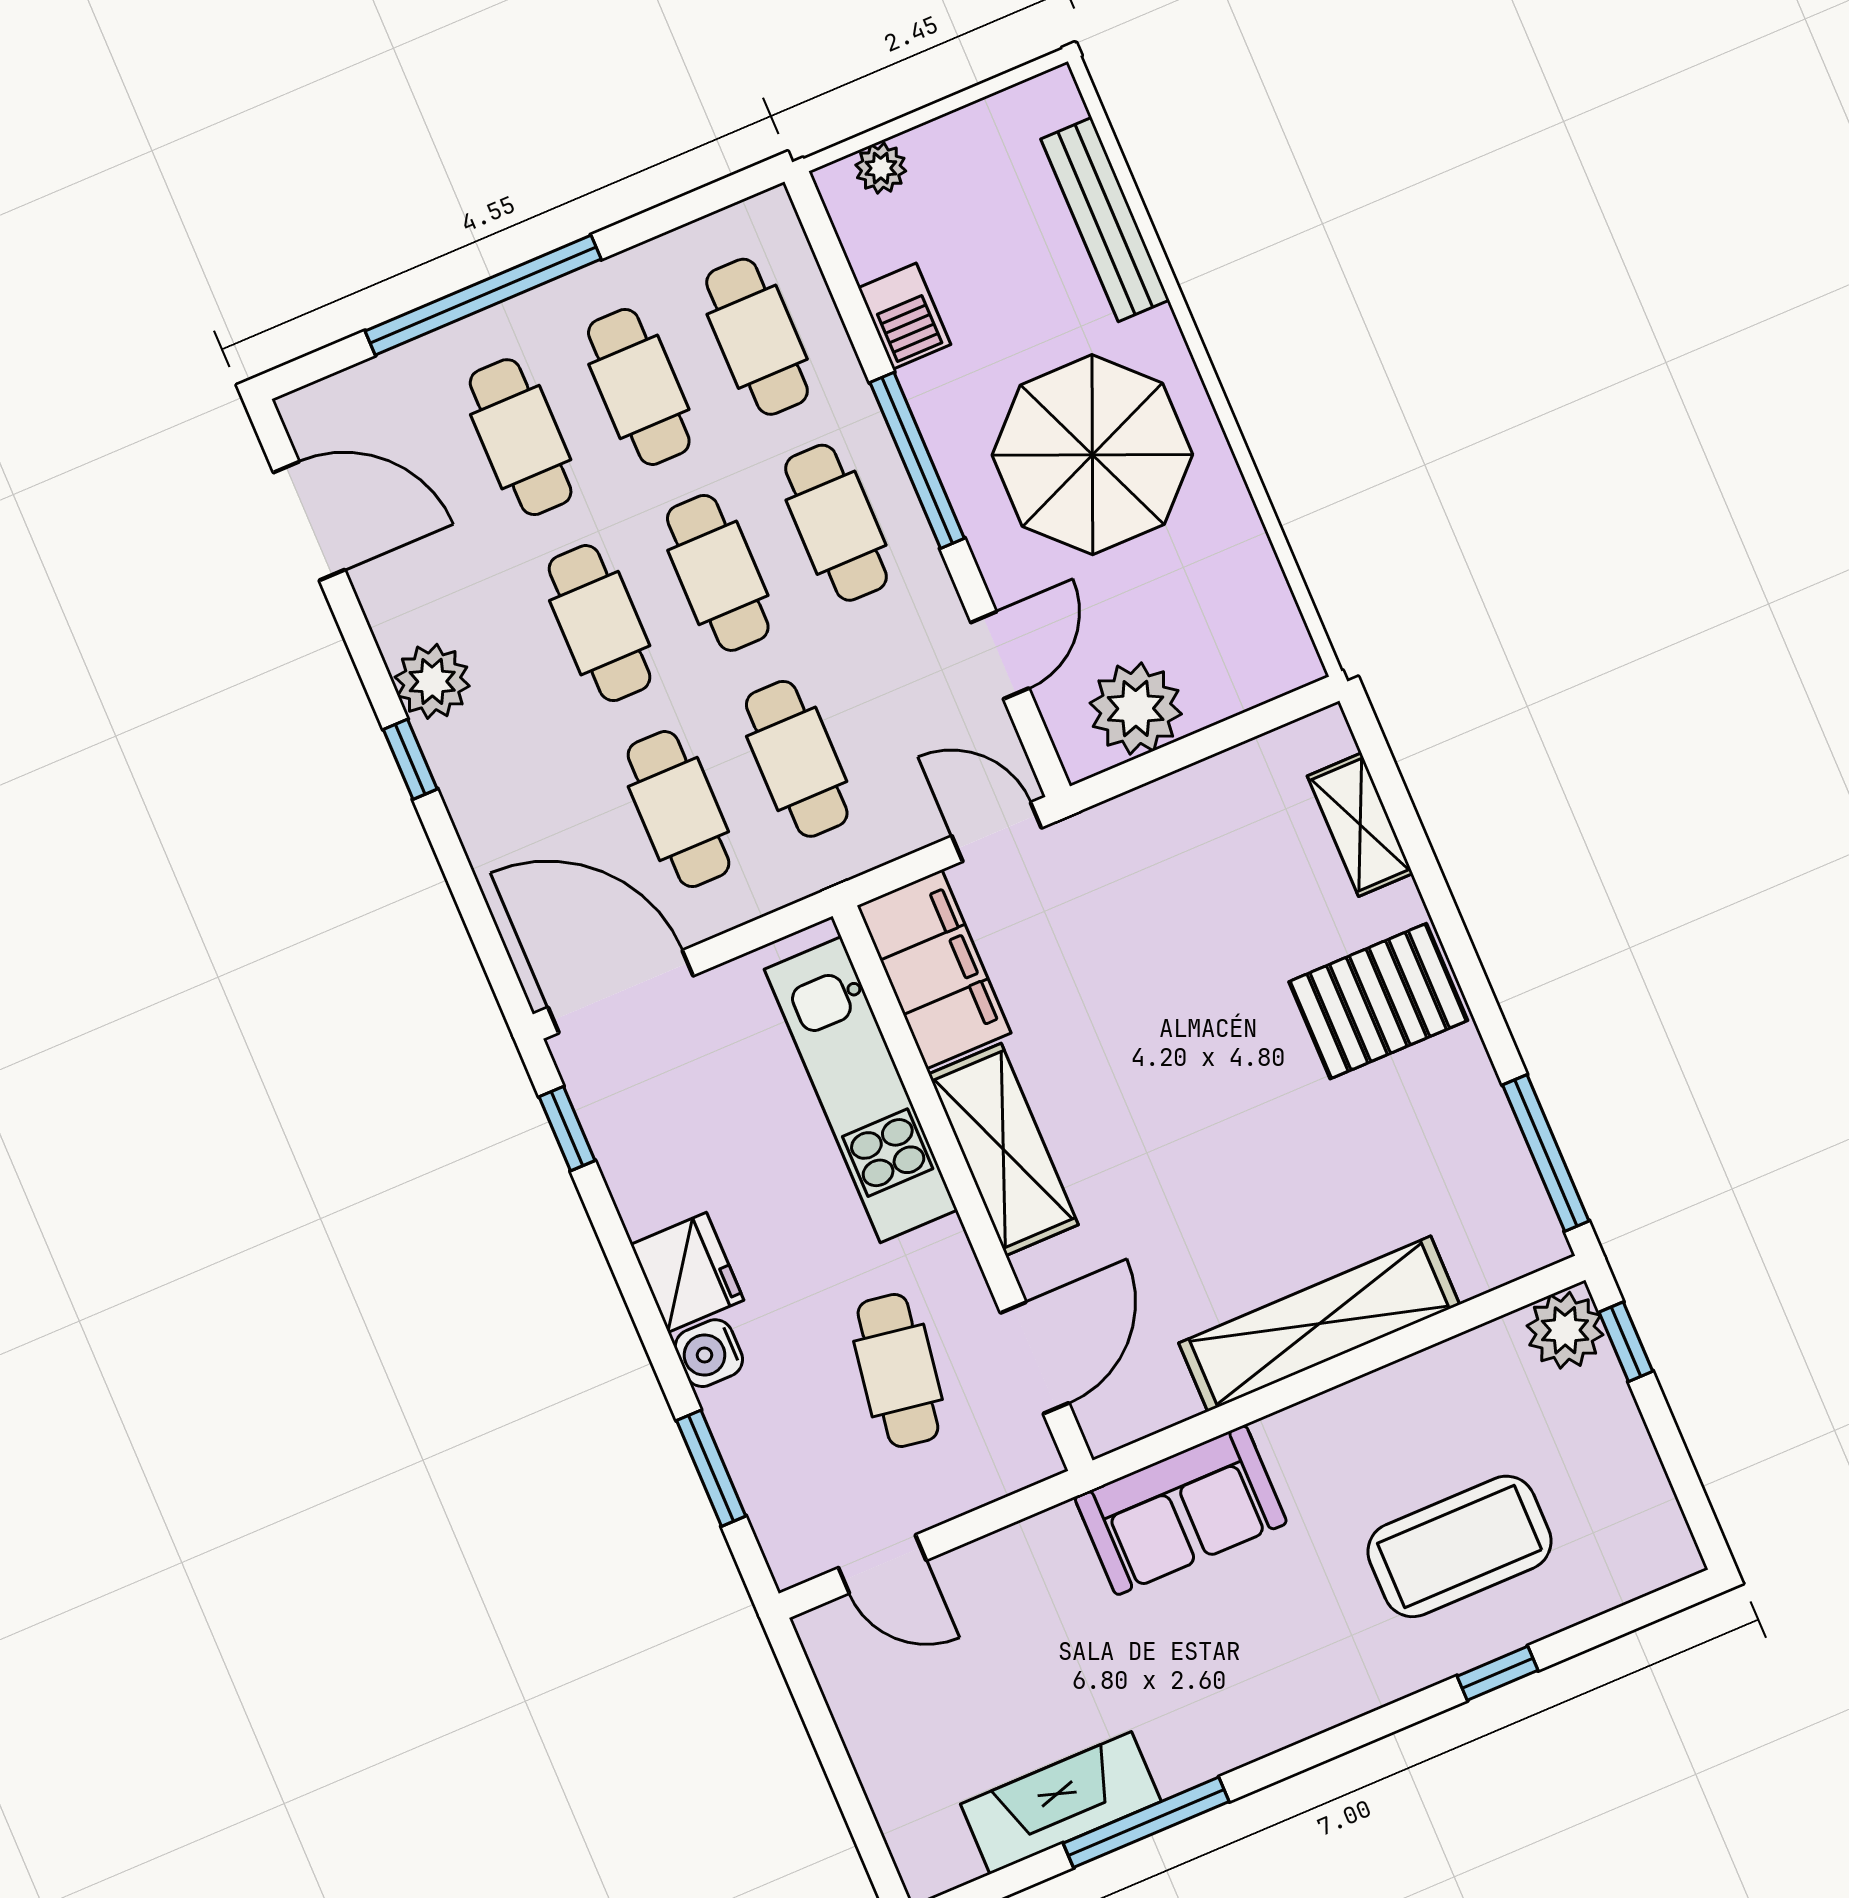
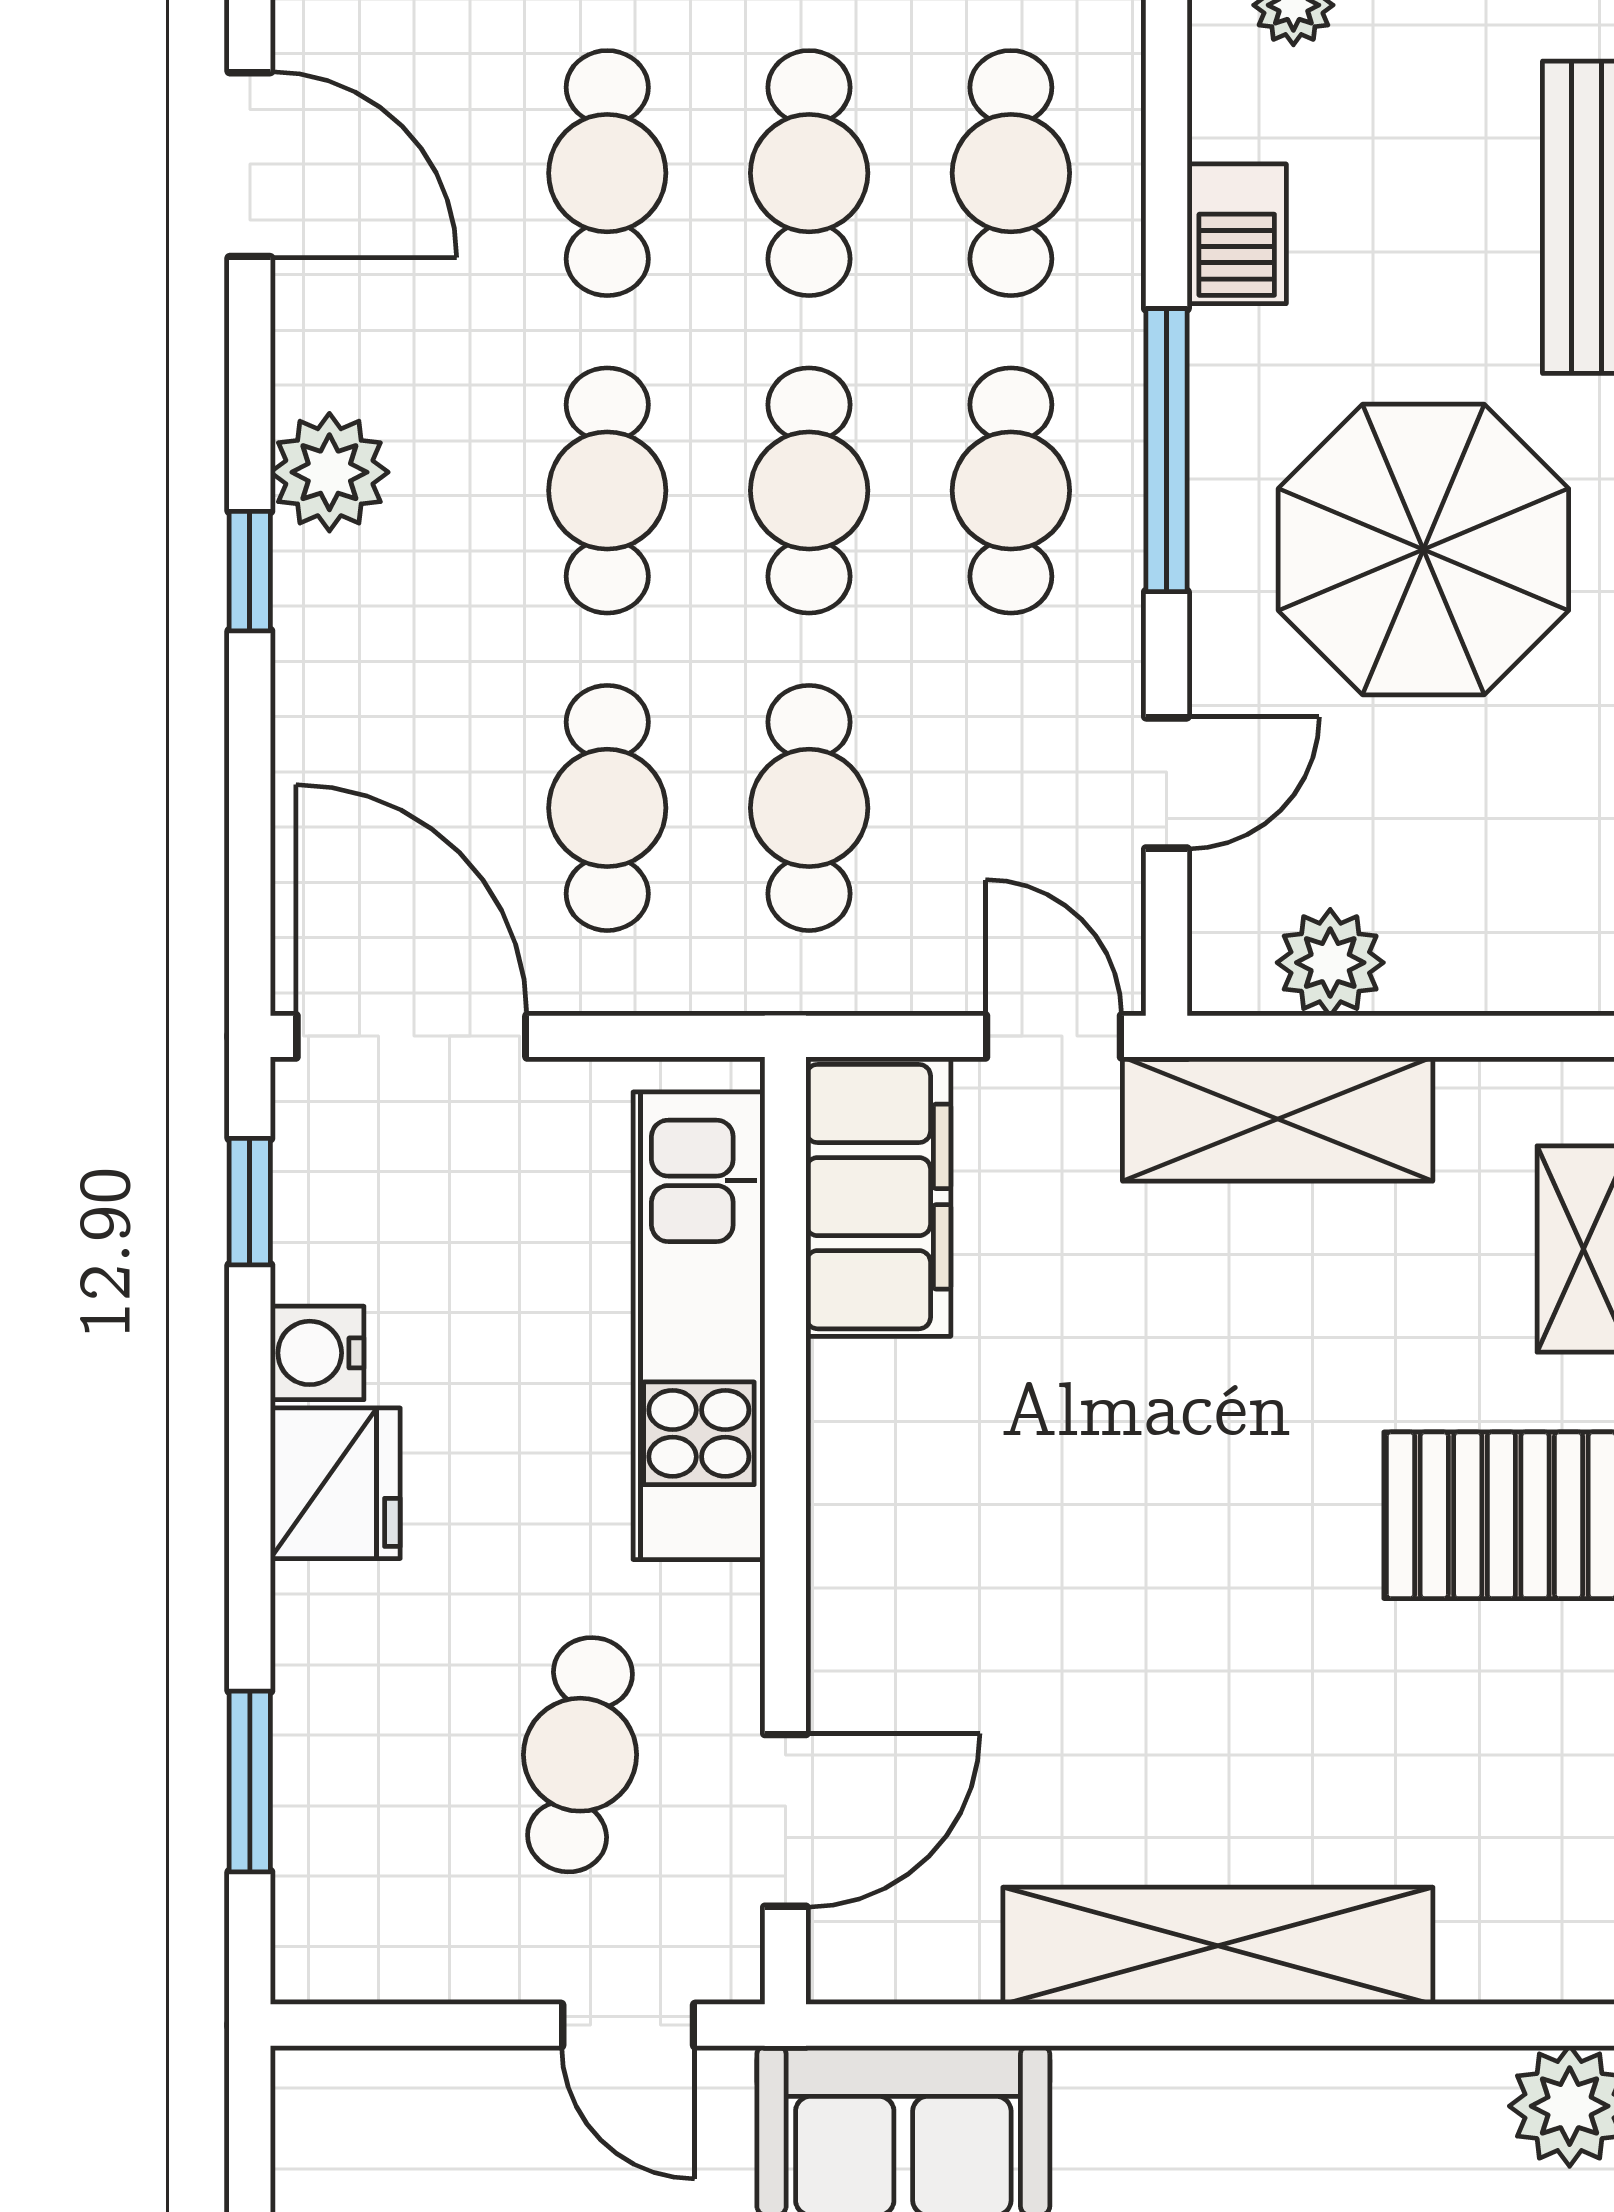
plant: (1136, 708) -> (1330, 963), width x0.73, depth x0.73
shelving: (1003, 1149) -> (1278, 1119), moved, turned 90
water cooler: (709, 1353) -> (317, 1353), moved
door: (882, 1564) -> (628, 2025), moved

